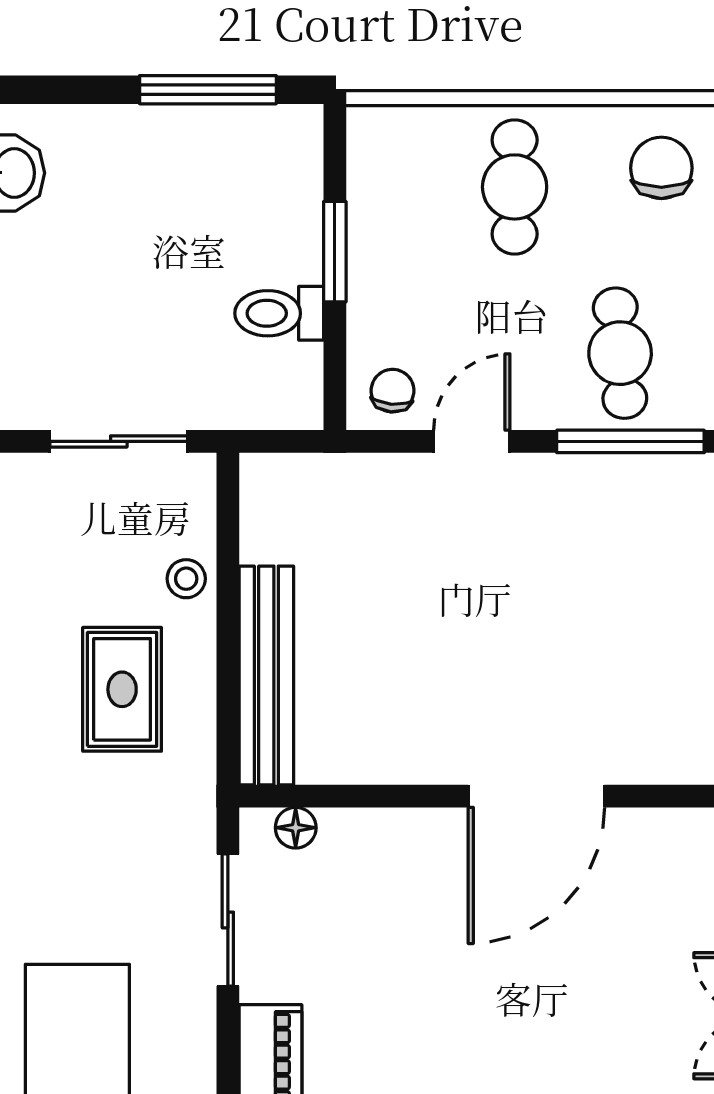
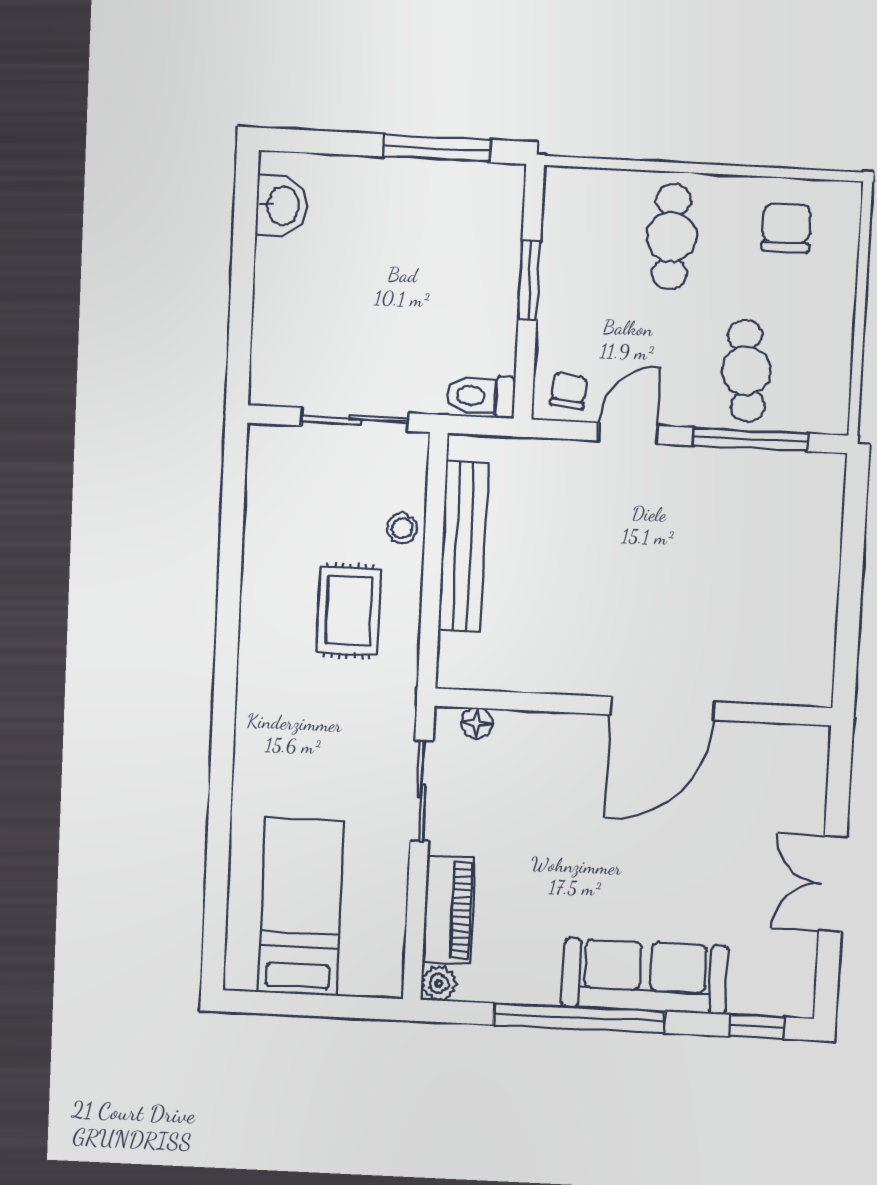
toilet: (279, 313) -> (480, 396), moved
bench: (266, 675) -> (463, 547), moved

